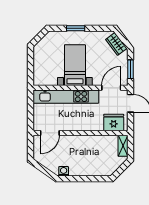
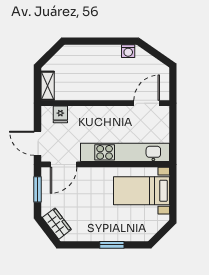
bed with nightstands: (75, 65) -> (142, 191), moved, turned 90
fridge: (114, 122) -> (60, 114), width x0.53, depth x0.75

